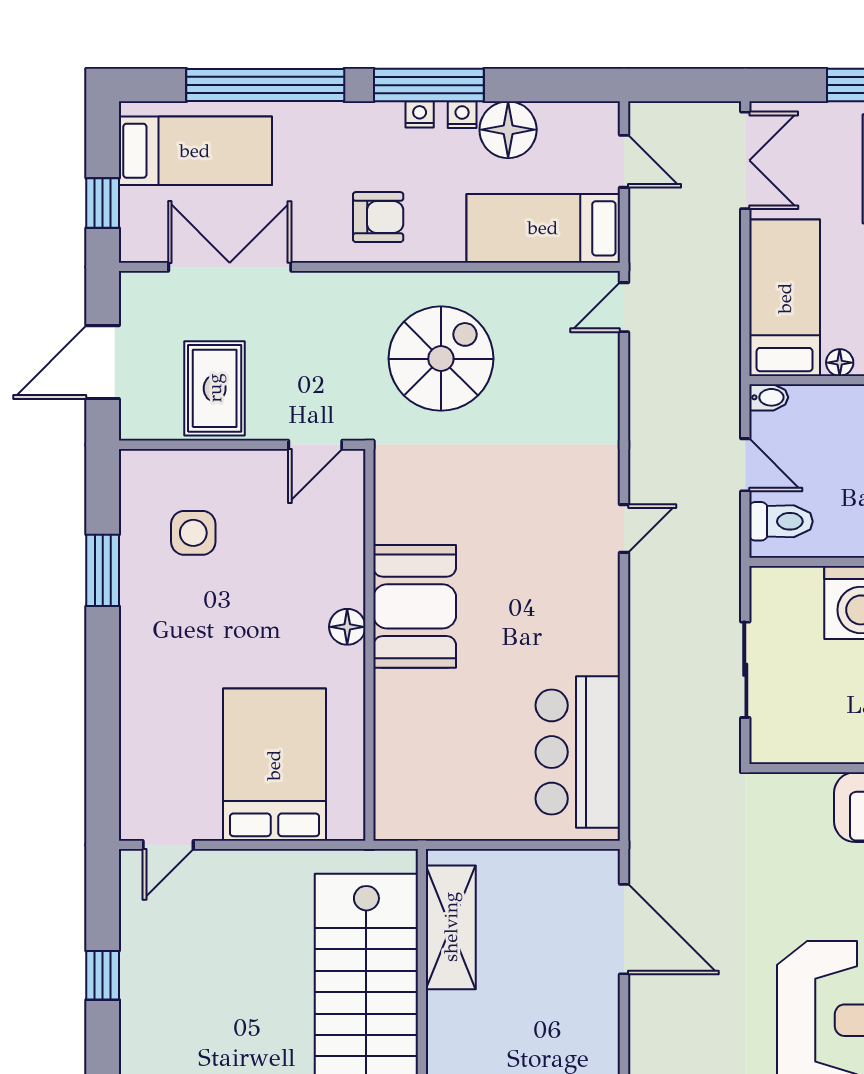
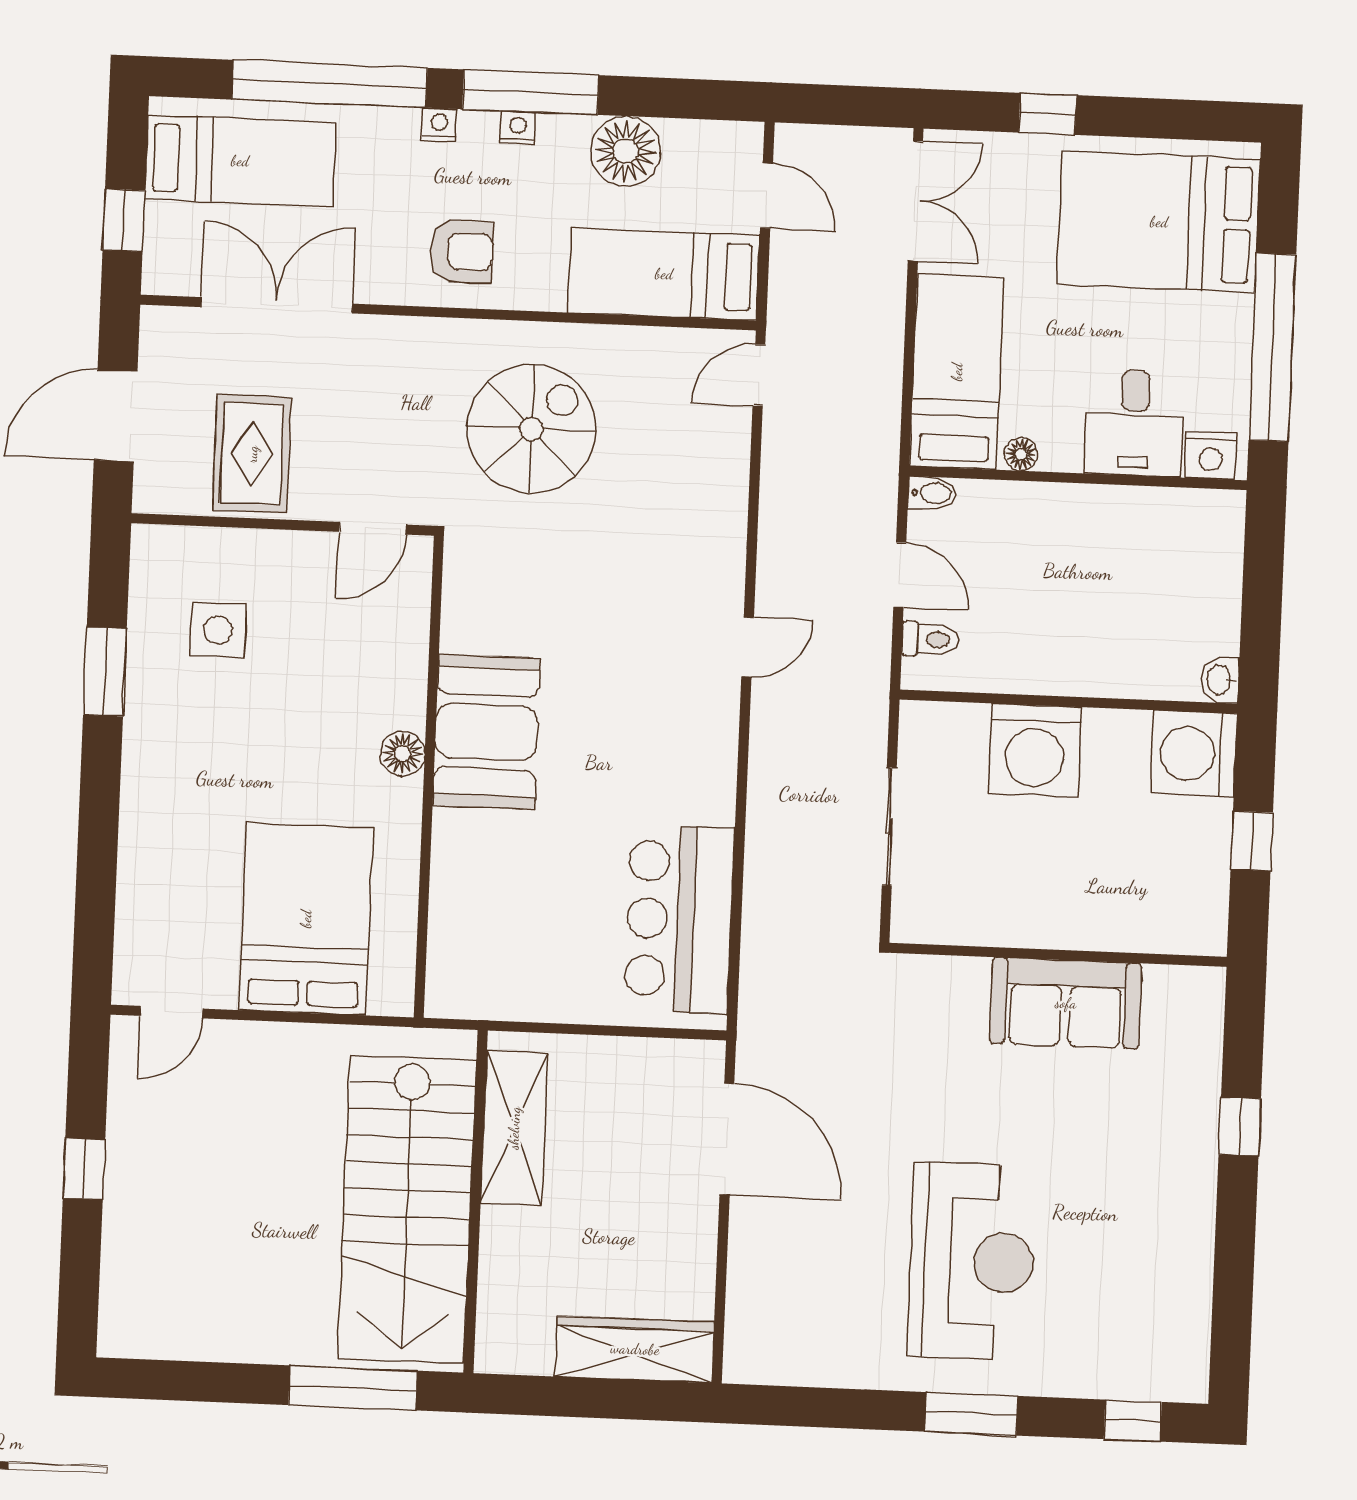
nightstand: (462, 115) -> (439, 125), moved
toilet: (781, 521) -> (930, 639), width x0.73, depth x0.72

